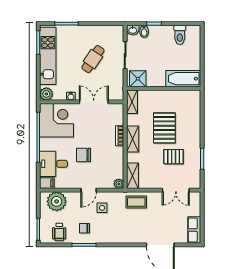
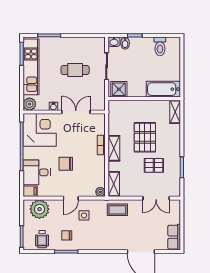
cafe table: (93, 59) -> (75, 70), turned 56
shelving: (132, 102) -> (175, 112), moved

